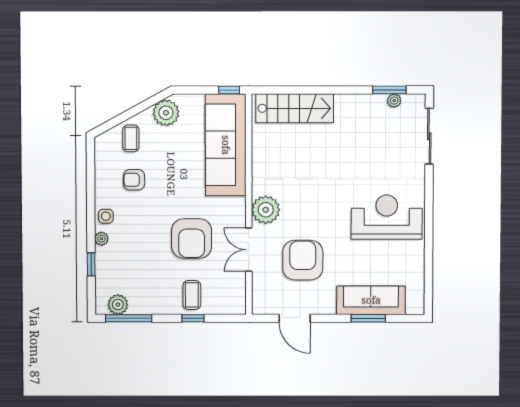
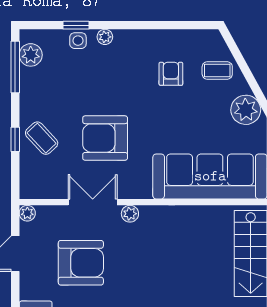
plant: (266, 210) -> (130, 214), width x0.53, depth x0.53
side table: (106, 216) -> (78, 41), moved
coffee table: (192, 295) -> (42, 138), turned 47
plant: (259, 308) -> (27, 213), added

